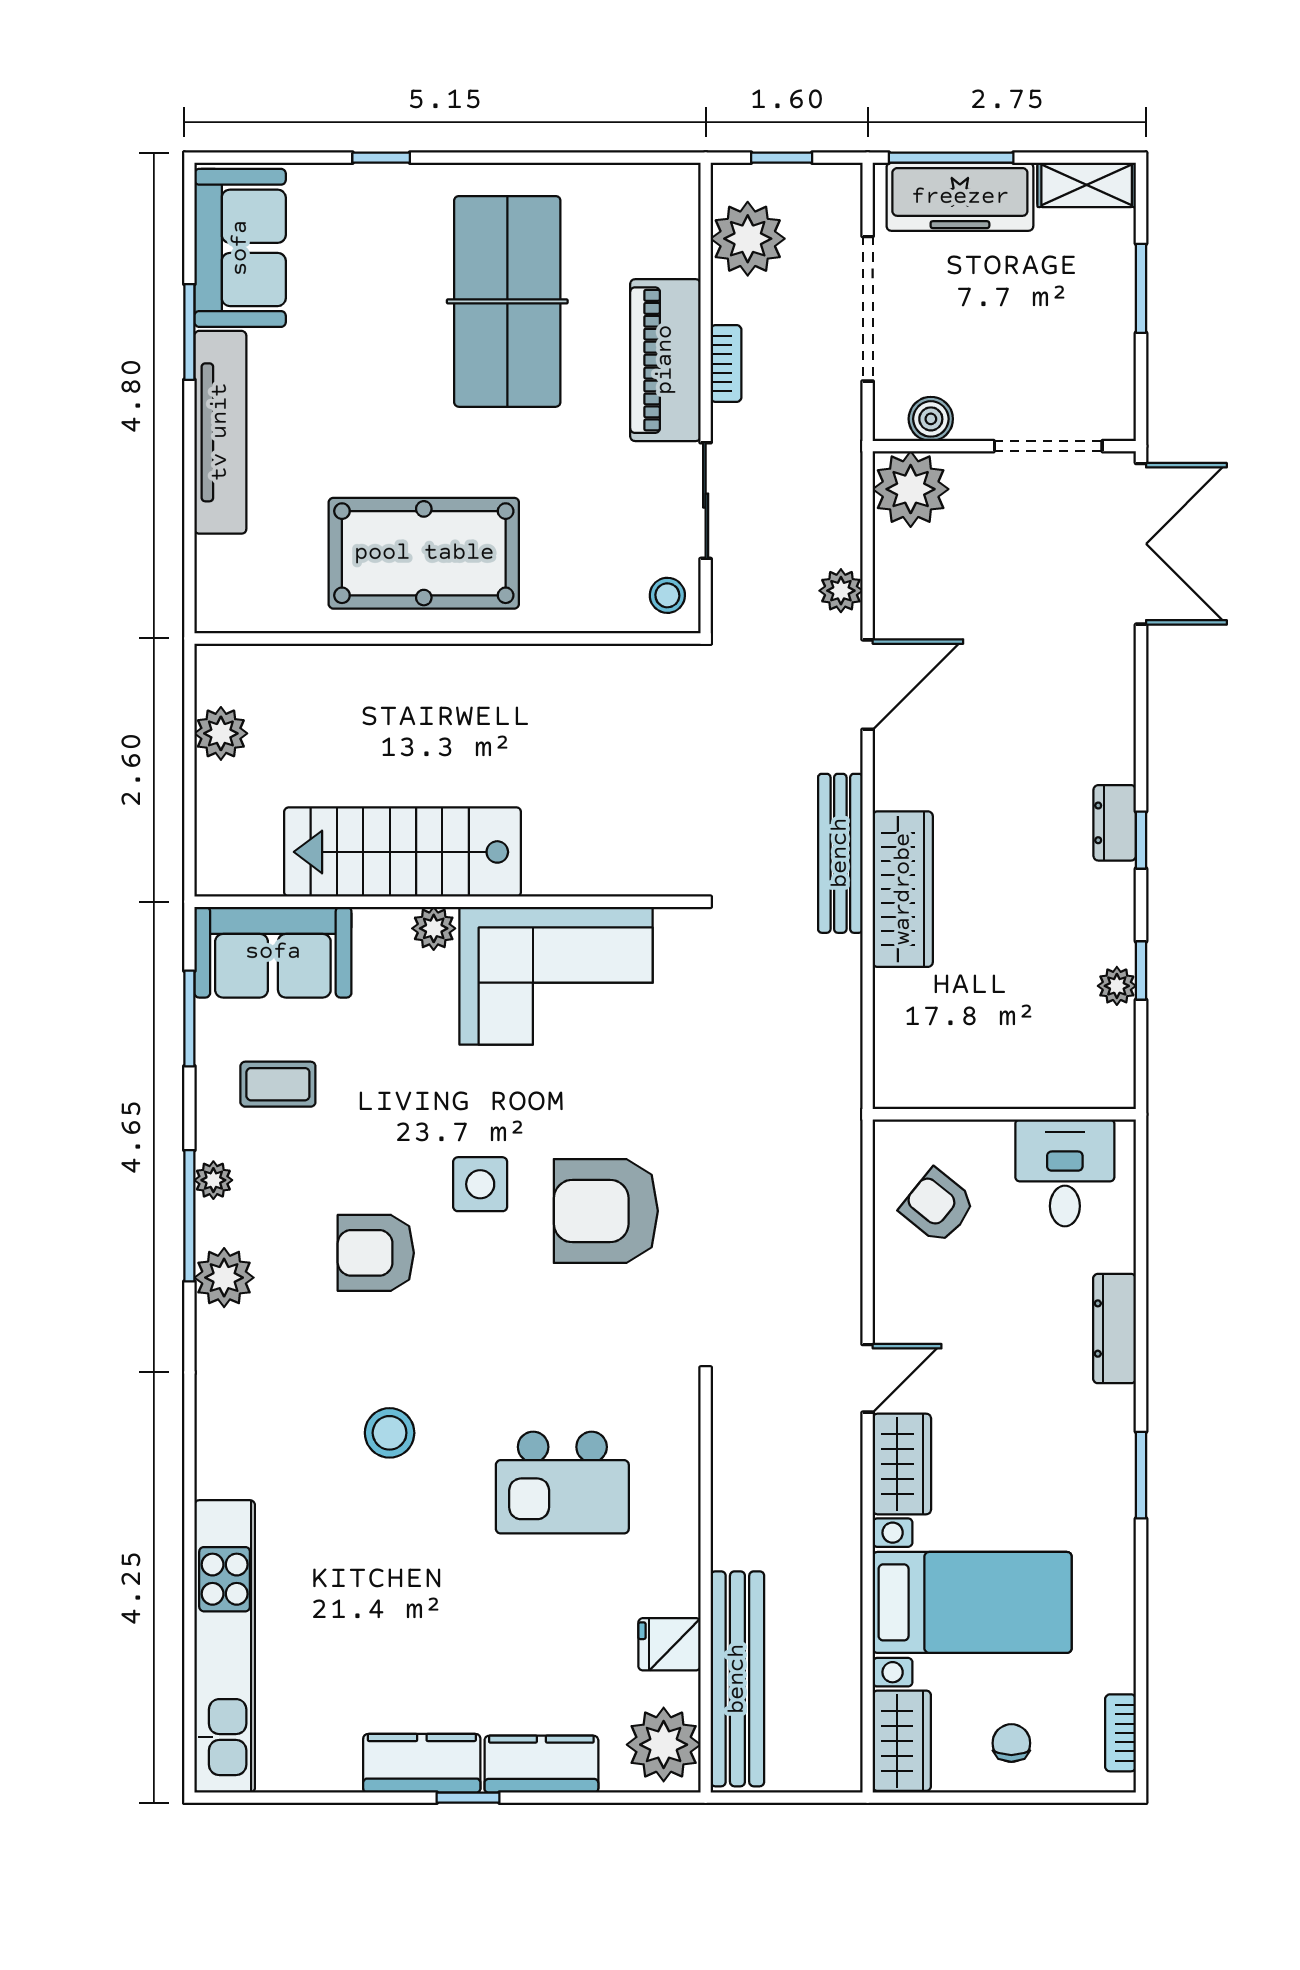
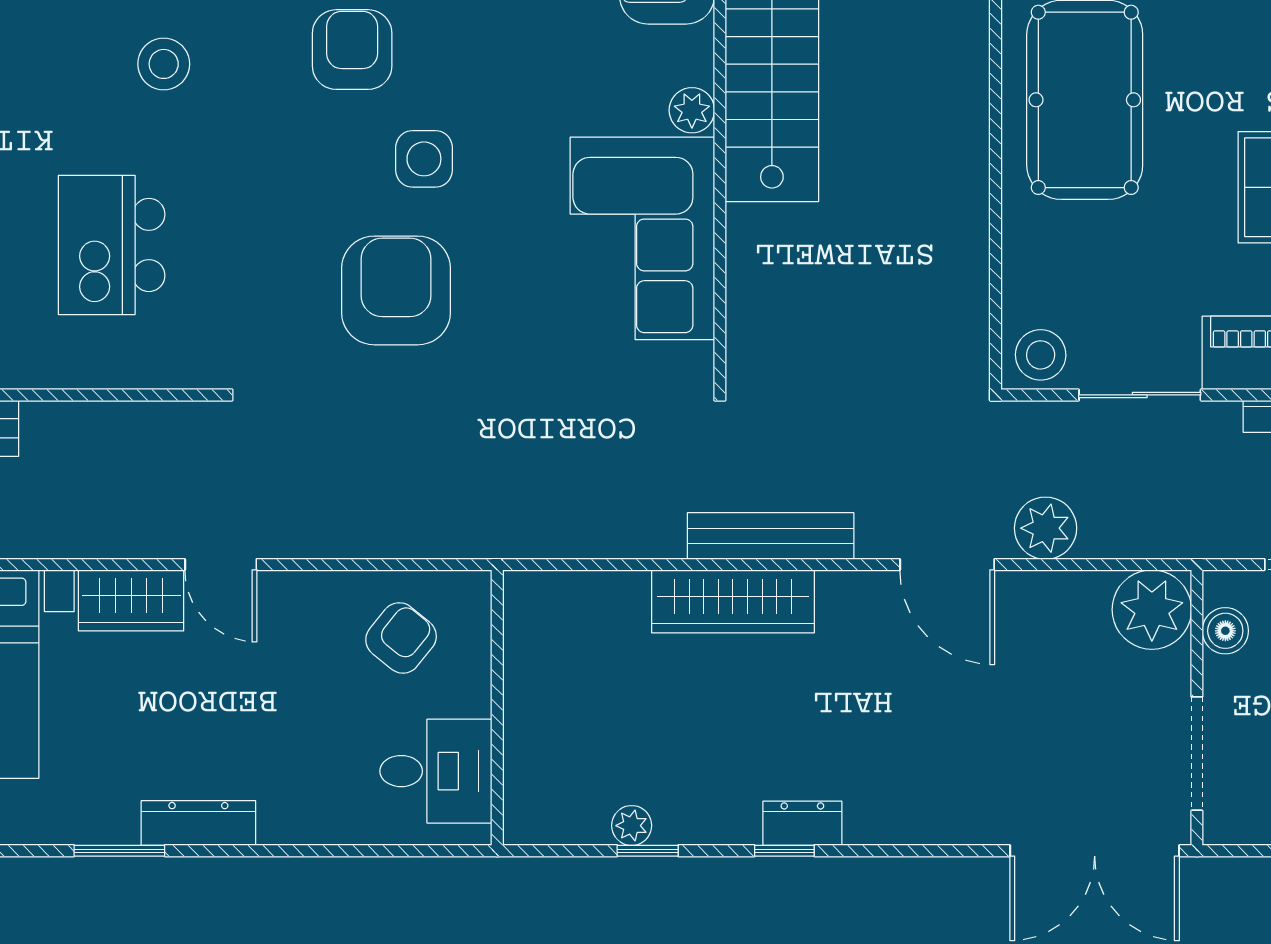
plant: (841, 591) -> (1046, 528), width x1.38, depth x1.38
stool: (667, 595) -> (1041, 355), width x1.37, depth x1.37
dresser: (1115, 1329) -> (198, 823), moved

